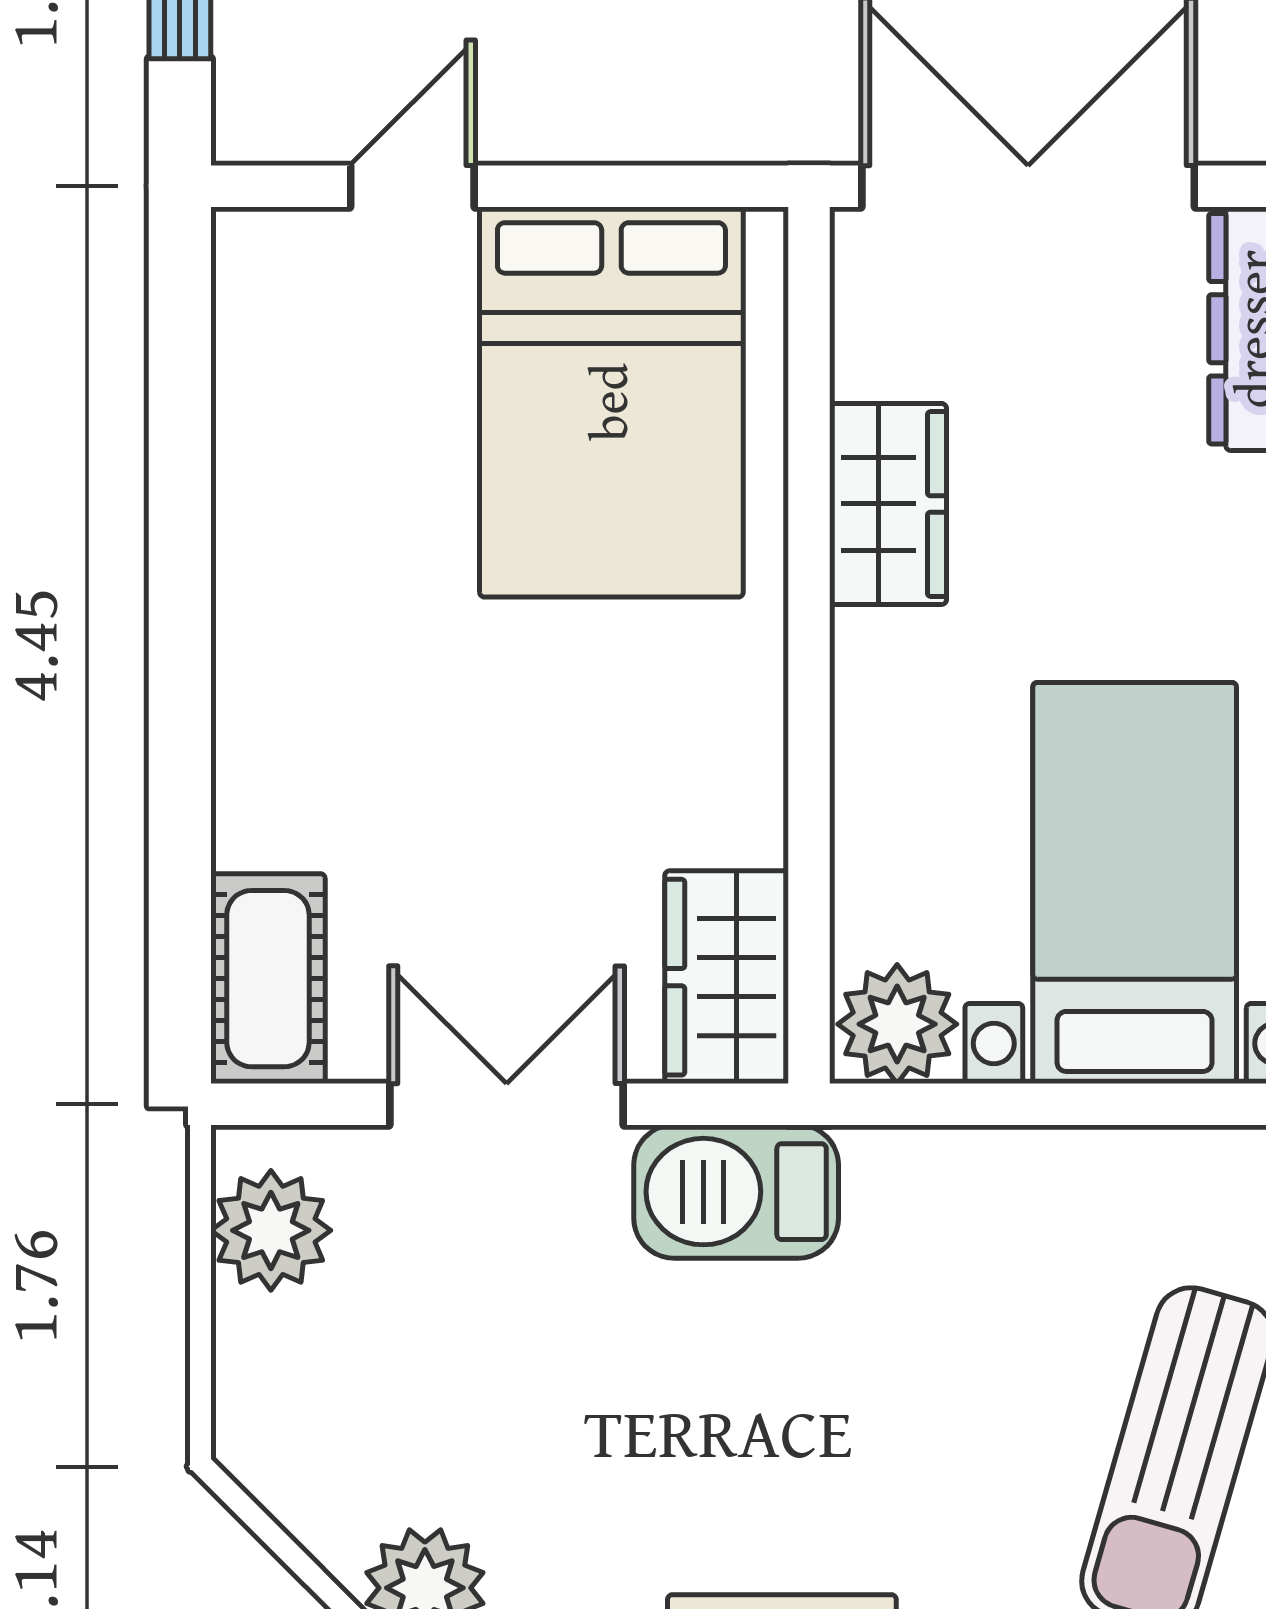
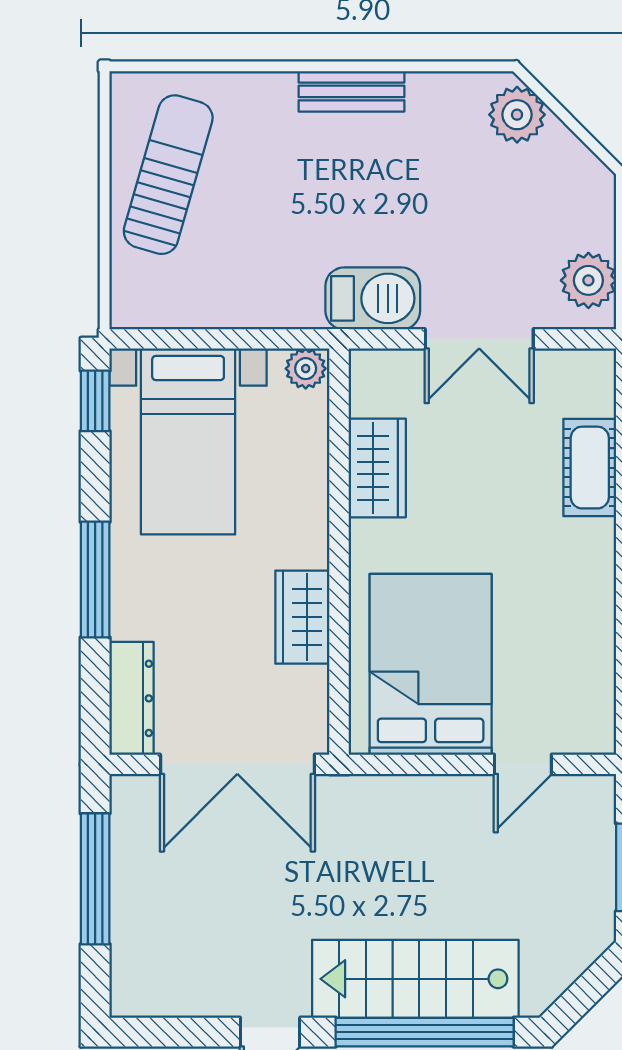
wardrobe: (727, 977) -> (377, 468), moved
cot: (268, 979) -> (590, 468), moved
plant: (897, 1024) -> (306, 369), width x0.73, depth x0.73

